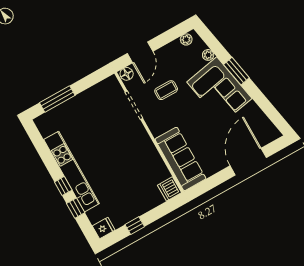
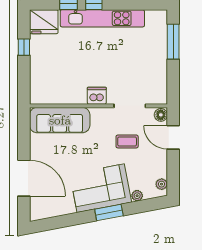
coffee table: (166, 90) -> (127, 141), turned 90
dishwasher: (170, 189) -> (97, 96), moved
fridge: (104, 228) -> (44, 22), width x1.88, depth x1.34

